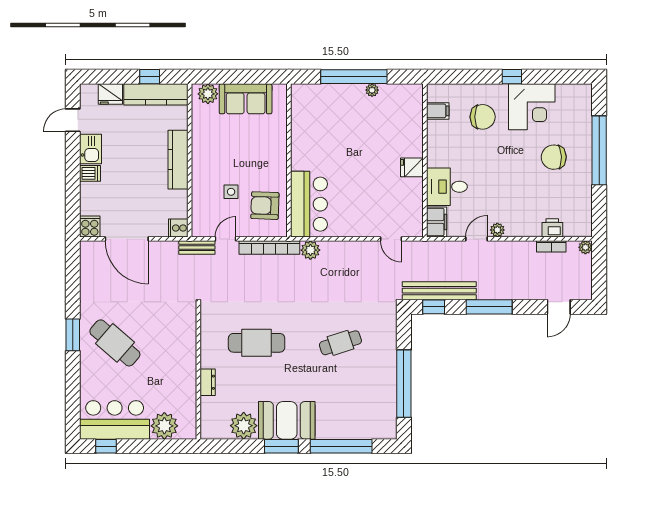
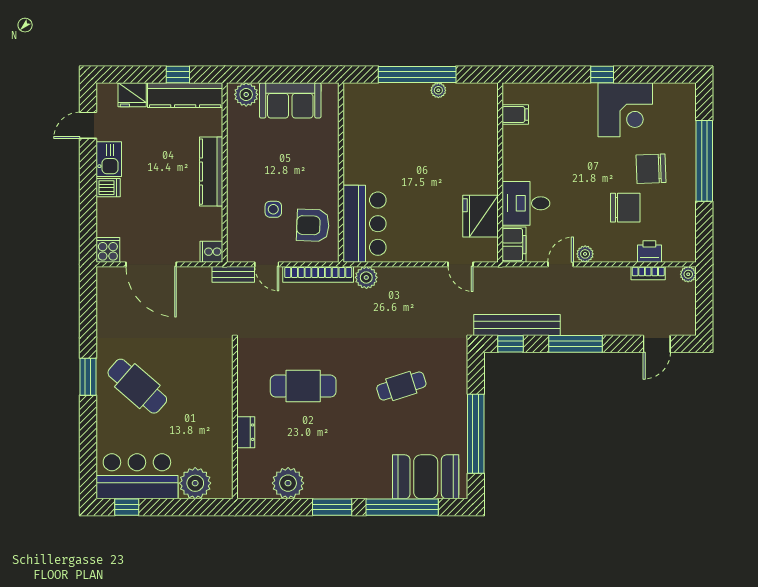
chair: (483, 117) -> (625, 208), moved
fridge: (412, 167) -> (480, 216), moved, width x1.88, depth x1.34
door: (226, 239) -> (267, 264), swing flipped
booth: (287, 420) -> (426, 477), moved

